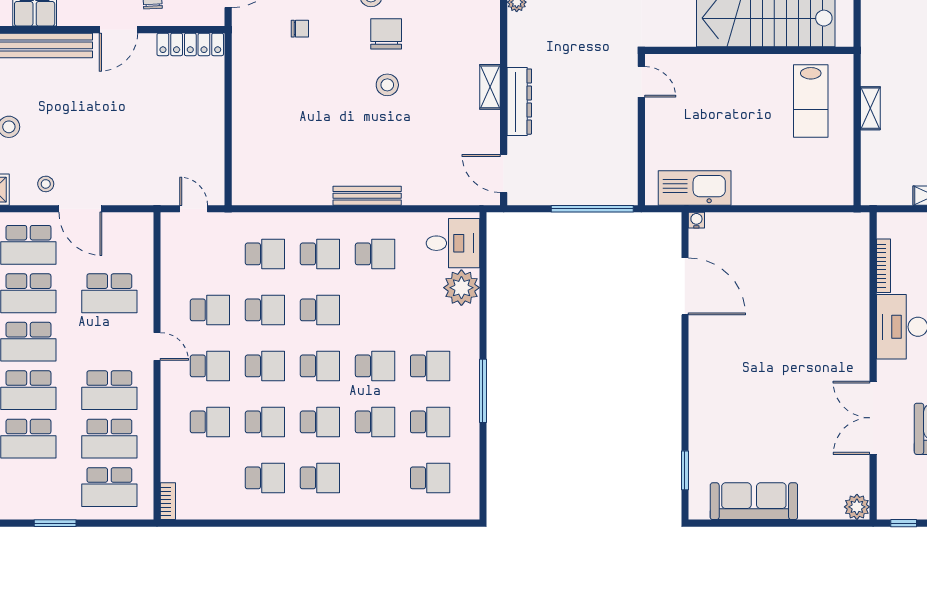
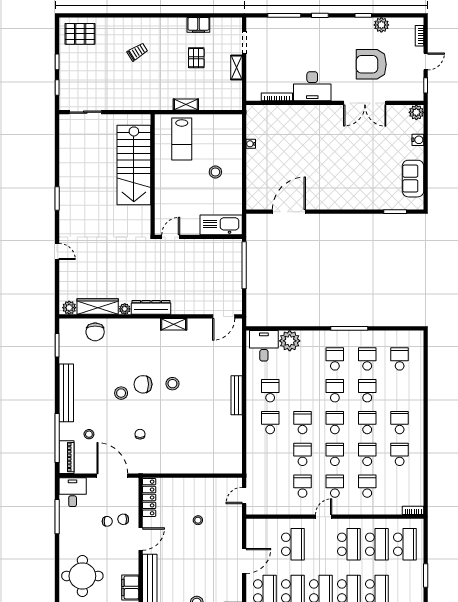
door: (118, 30) -> (141, 539), hinge flipped
lab bench: (811, 101) -> (182, 139), turned 90
dresser: (519, 102) -> (151, 307), moved
stool: (754, 159) -> (215, 172), added
stool: (46, 184) -> (198, 520), moved
kitchen sink: (695, 188) -> (221, 225), moved, turned 90
water cooler: (696, 220) -> (251, 144), moved
school desk: (265, 254) -> (270, 454), removed
sofa: (754, 501) -> (413, 179), width x0.73
water cooler: (809, 510) -> (418, 140), added

